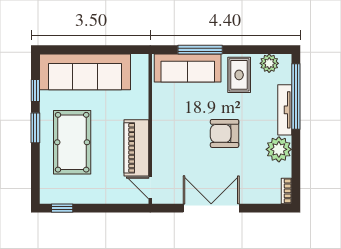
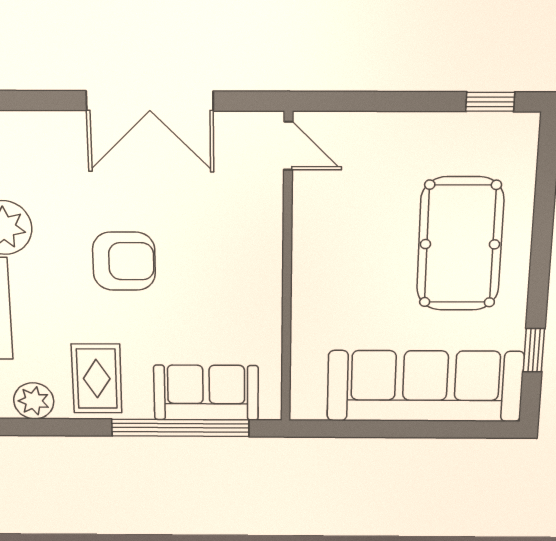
window: (200, 50) -> (180, 428), width x1.46
sofa: (188, 68) -> (206, 393), width x0.73
window: (35, 128) -> (539, 274), removed
piano: (136, 148) -> (318, 232), removed

